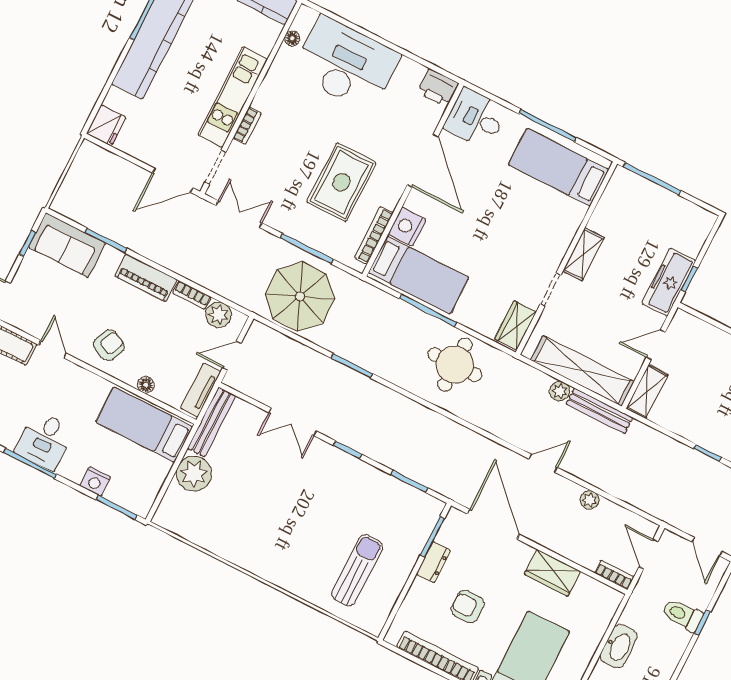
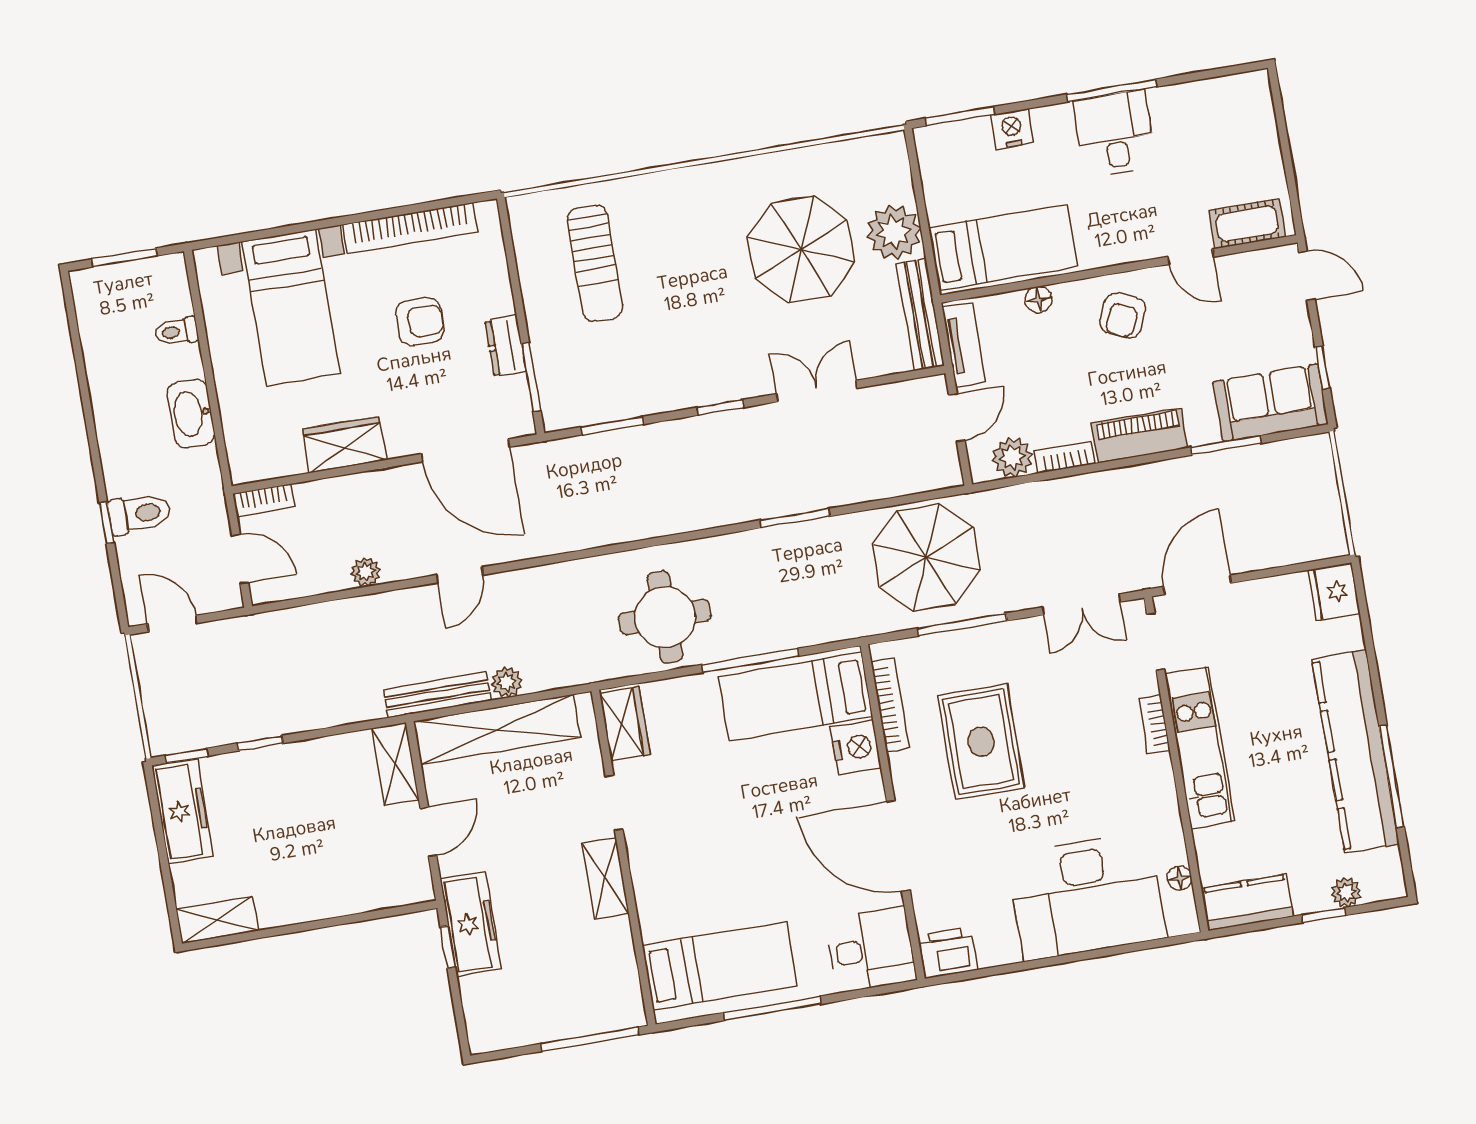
parasol: (247, 500) -> (801, 249), added

